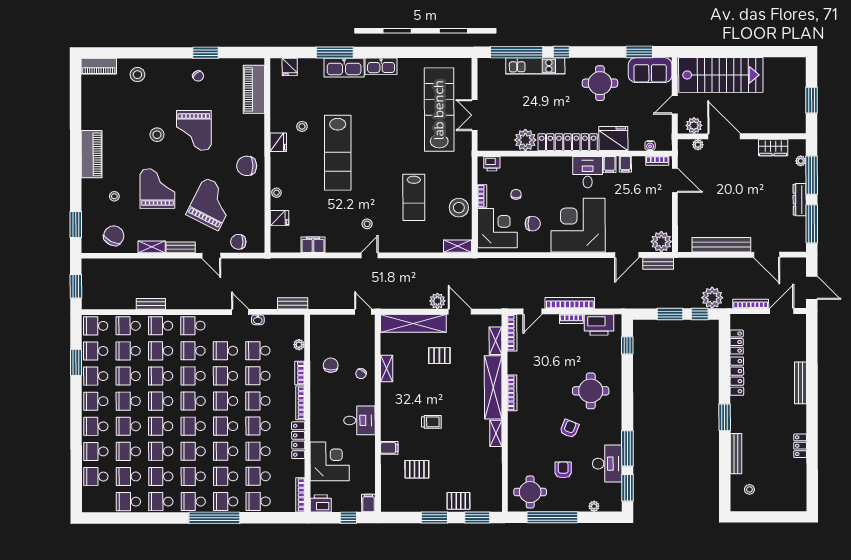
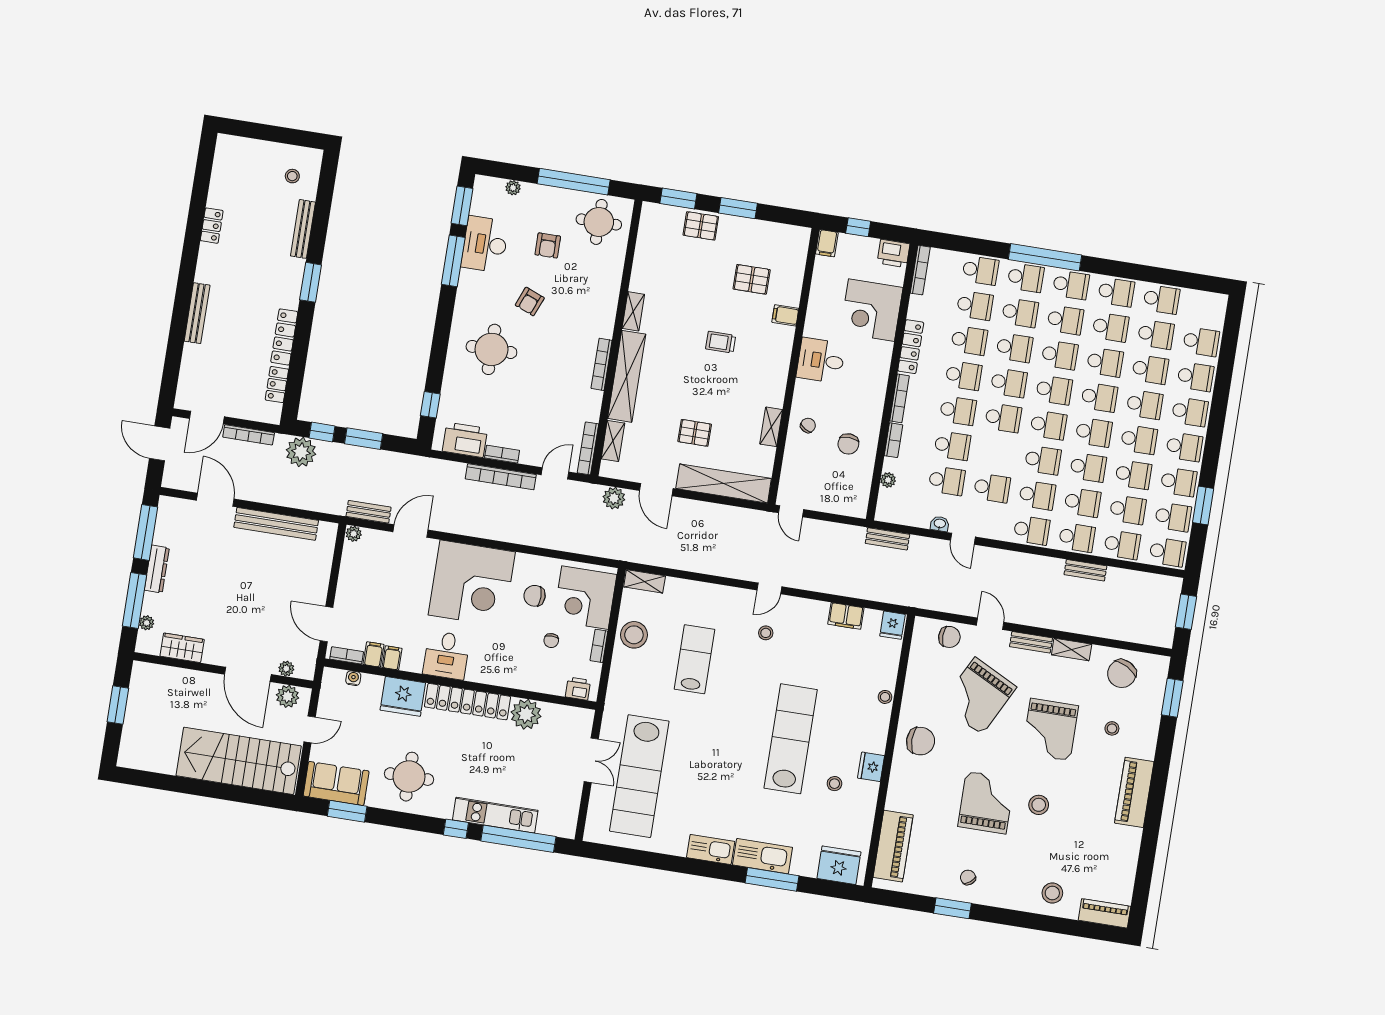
fridge: (290, 67) -> (839, 865), width x1.88, depth x1.34
filing cabinet: (610, 165) -> (374, 654), moved
fridge: (279, 218) -> (892, 625), moved, turned -90
plant: (661, 242) -> (354, 534), width x0.53, depth x0.53
plant: (437, 301) -> (614, 498), moved
school desk: (225, 376) -> (998, 453), removed

